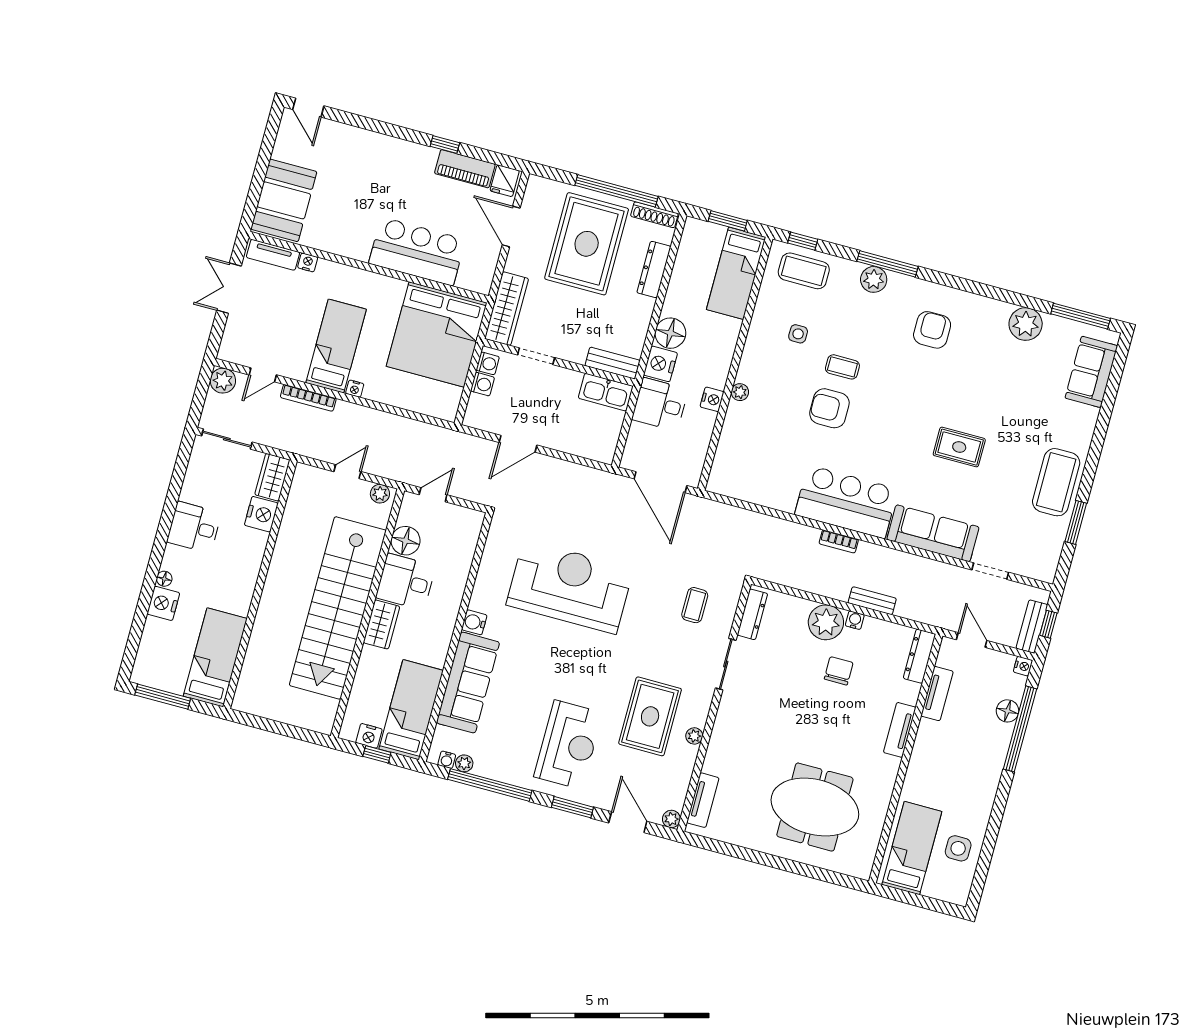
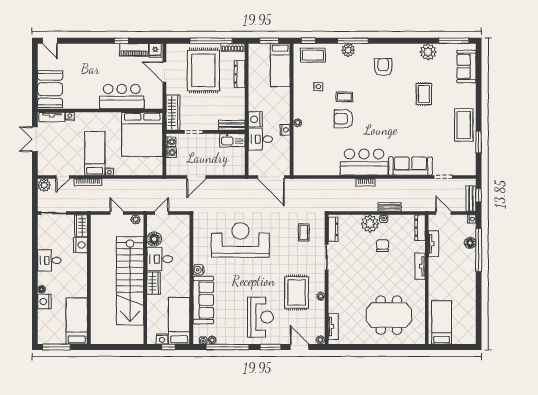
floor lamp: (670, 333) -> (256, 103), removed
rug: (959, 447) -> (424, 94), moved, turned 90
door: (347, 472) -> (117, 213), hinge flipped
side table: (958, 848) -> (464, 316), removed

